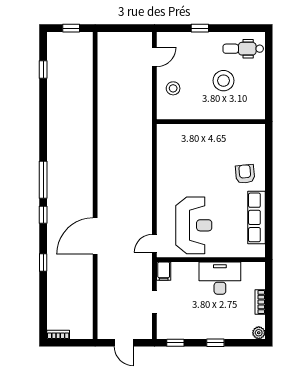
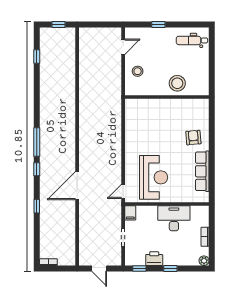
stool: (223, 81) -> (177, 83), moved
printer: (194, 330) -> (154, 259), added

